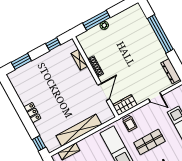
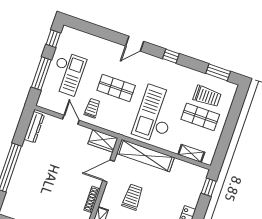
trolley: (75, 92) -> (132, 197), added
trolley: (130, 123) -> (92, 108), moved
shelving: (79, 130) -> (145, 155), moved

